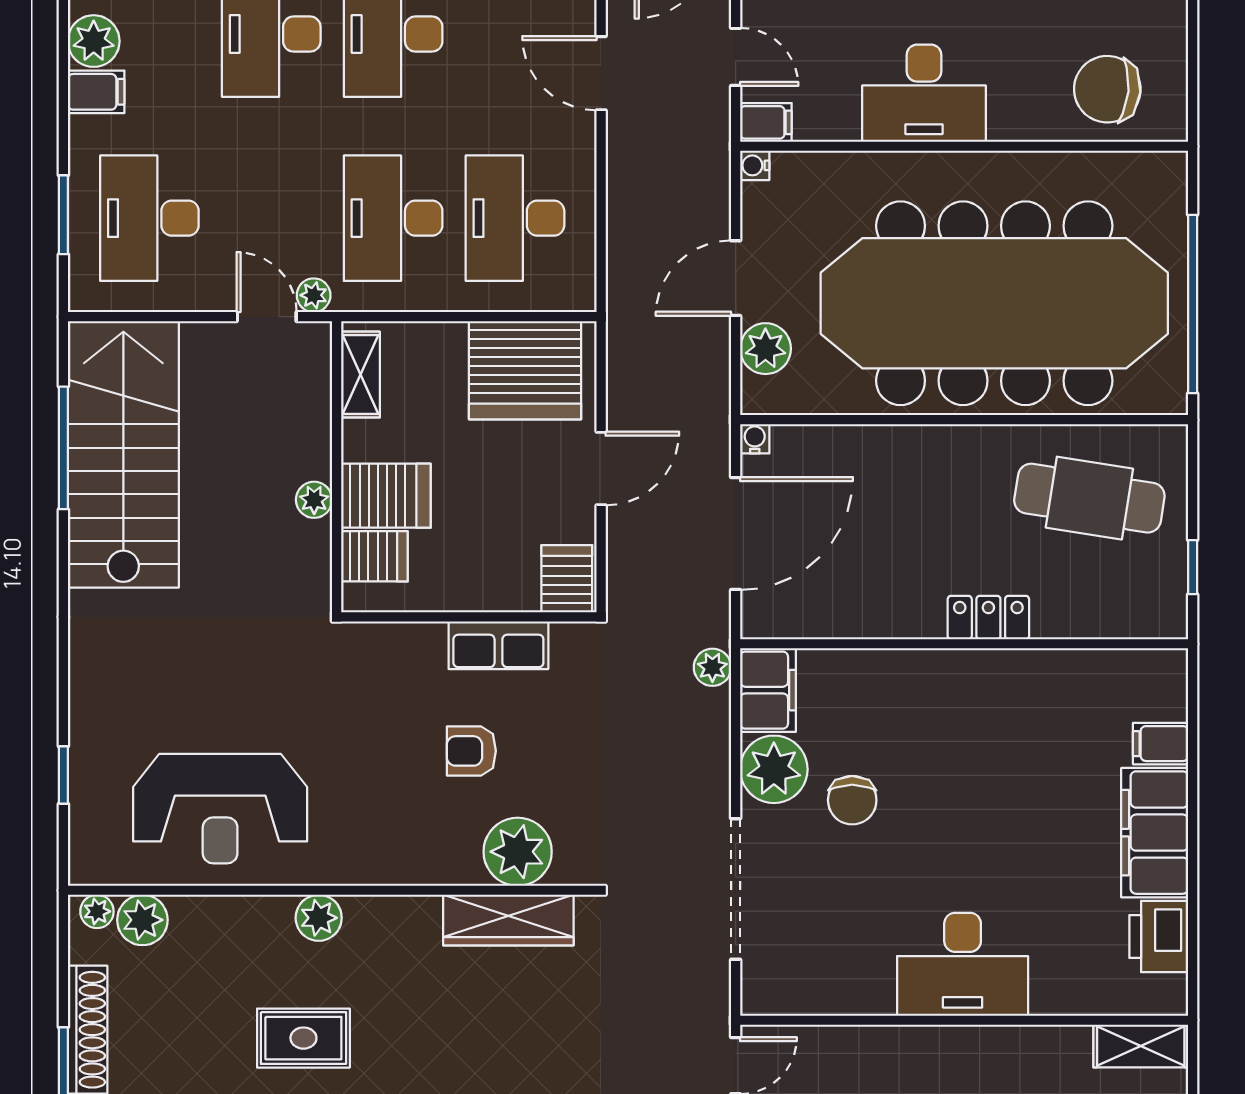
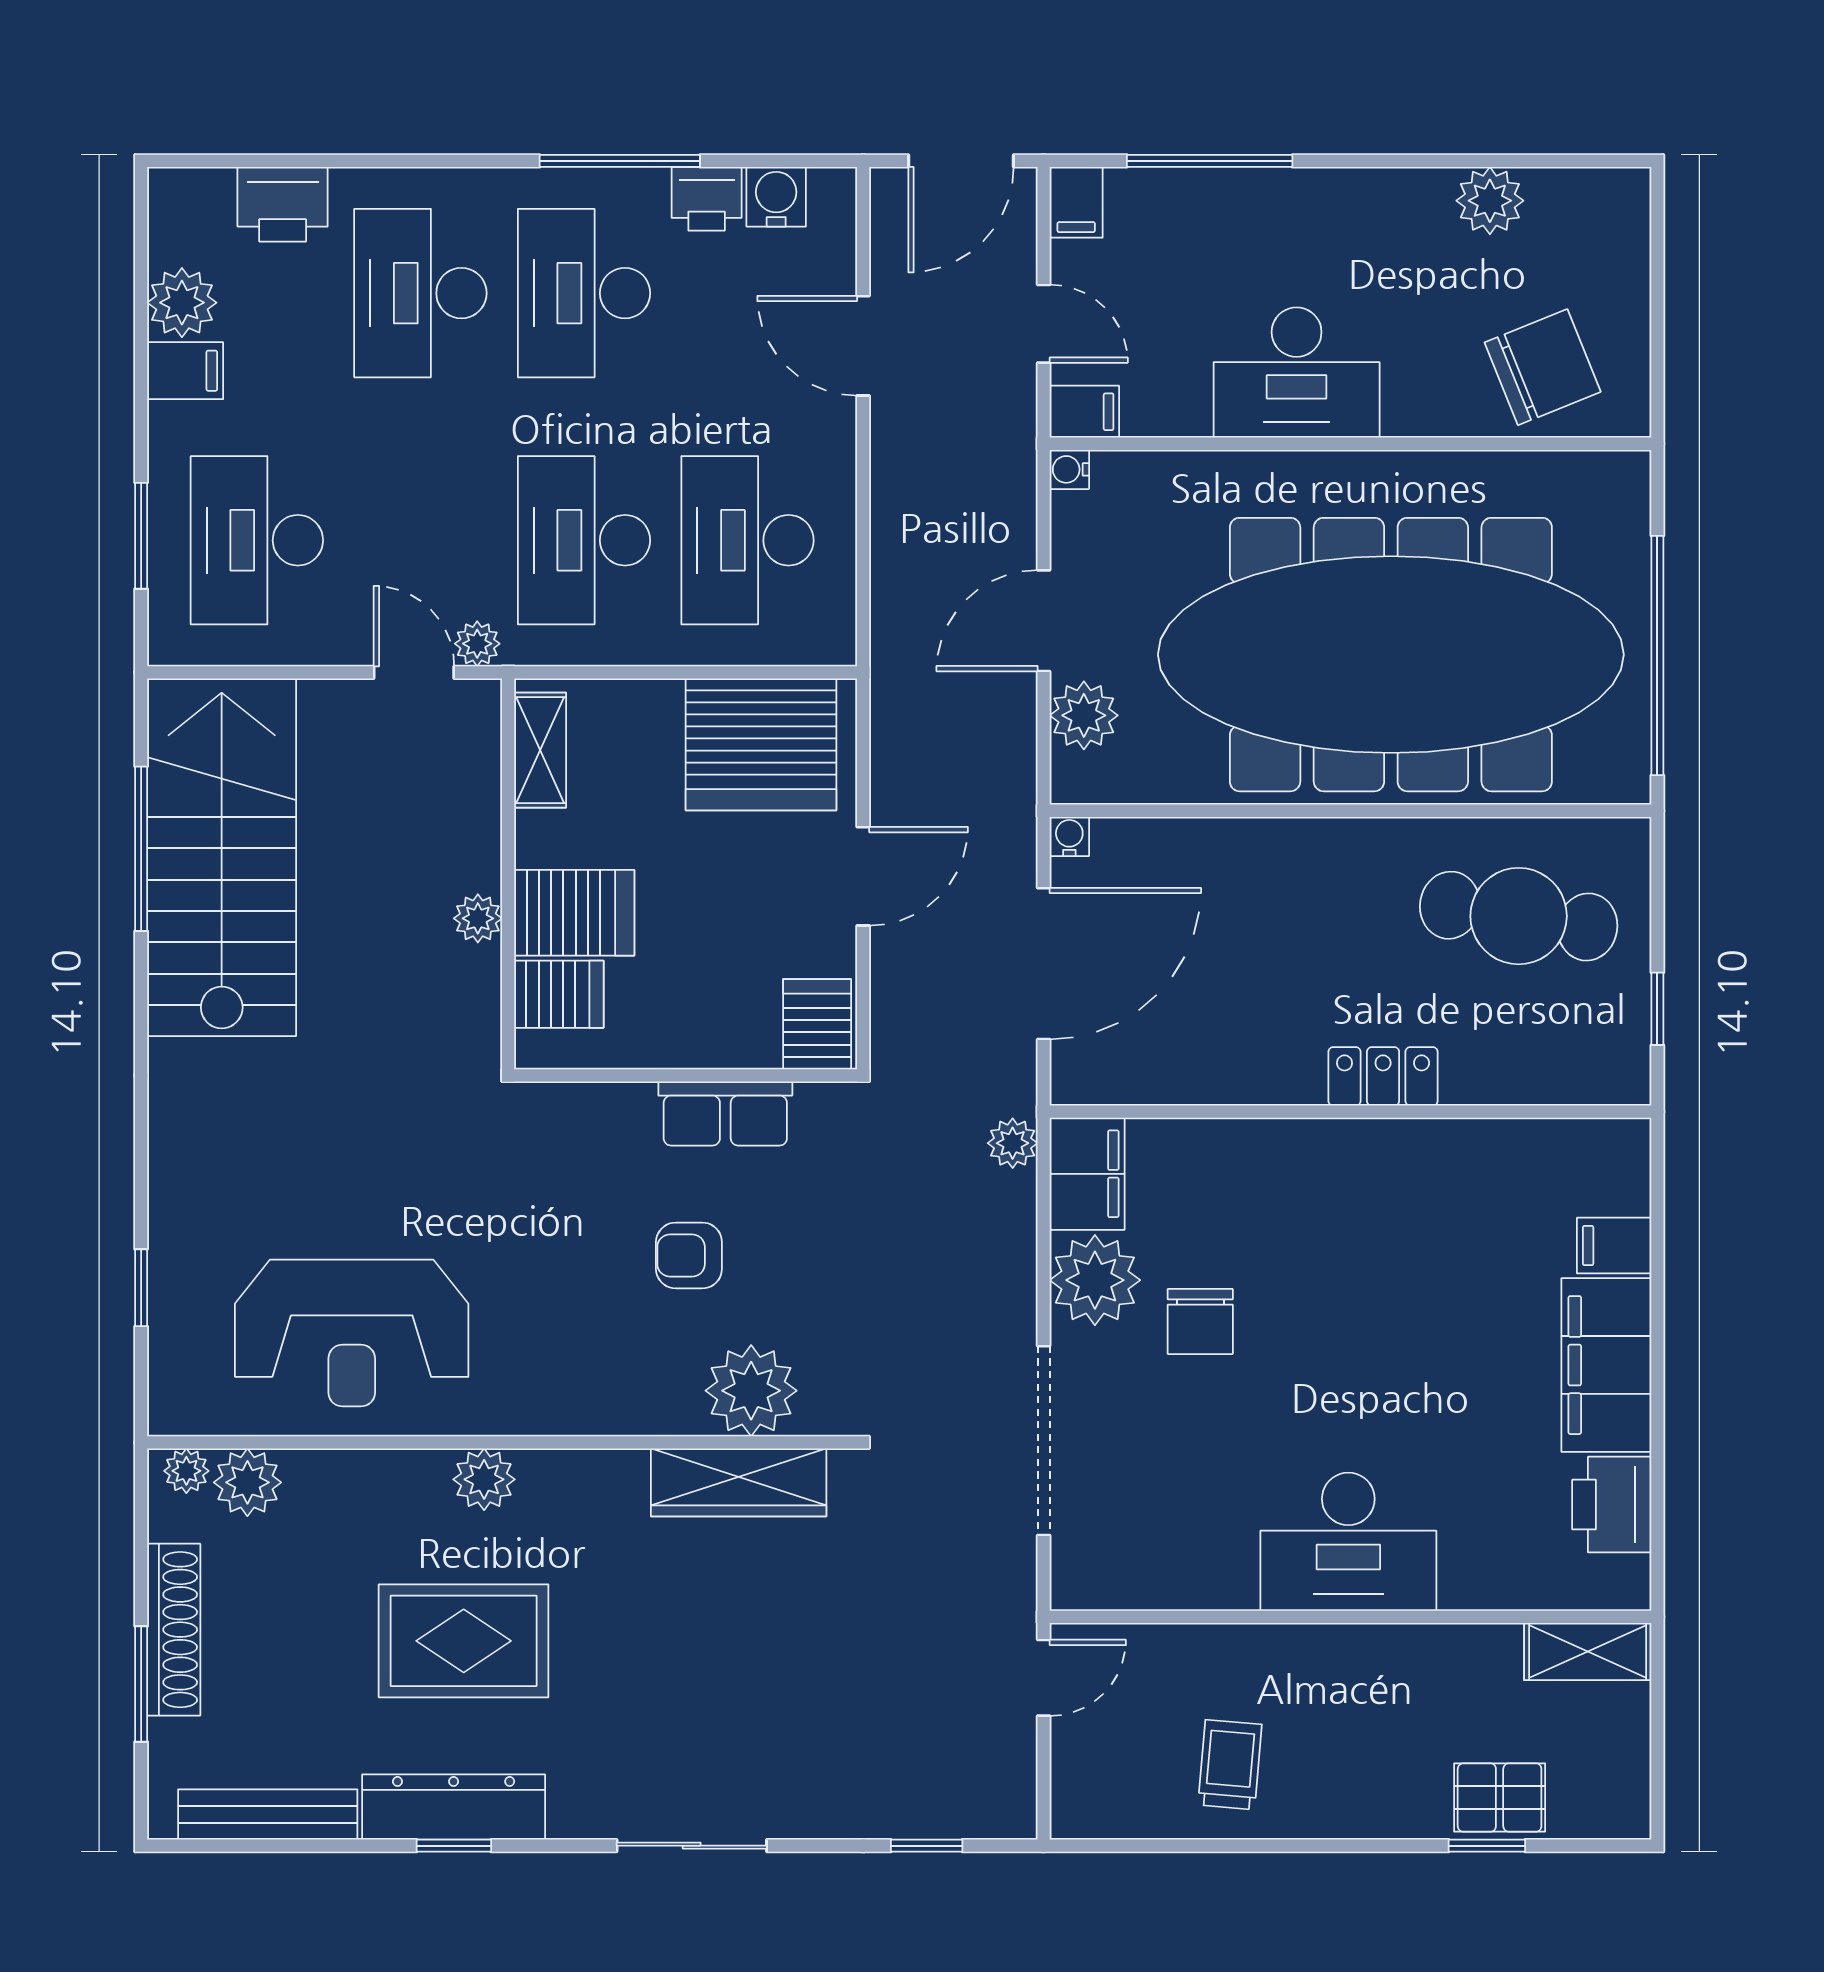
chair: (1107, 89) -> (1543, 367), turned 153
rug: (303, 1038) -> (464, 1641), width x1.36, depth x1.43

